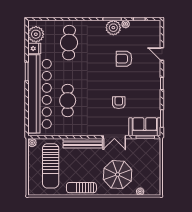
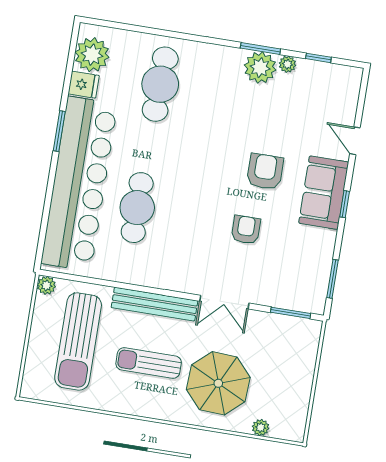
armchair: (124, 59) -> (265, 172), moved, turned 90
sofa: (145, 127) -> (324, 193), moved, turned -90
sun lounger: (81, 188) -> (149, 363), moved

